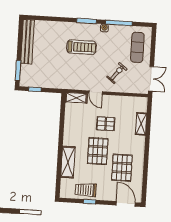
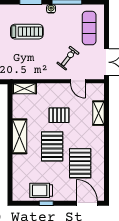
door: (96, 93) -> (78, 81), moved
shelving: (68, 162) -> (19, 136), moved

